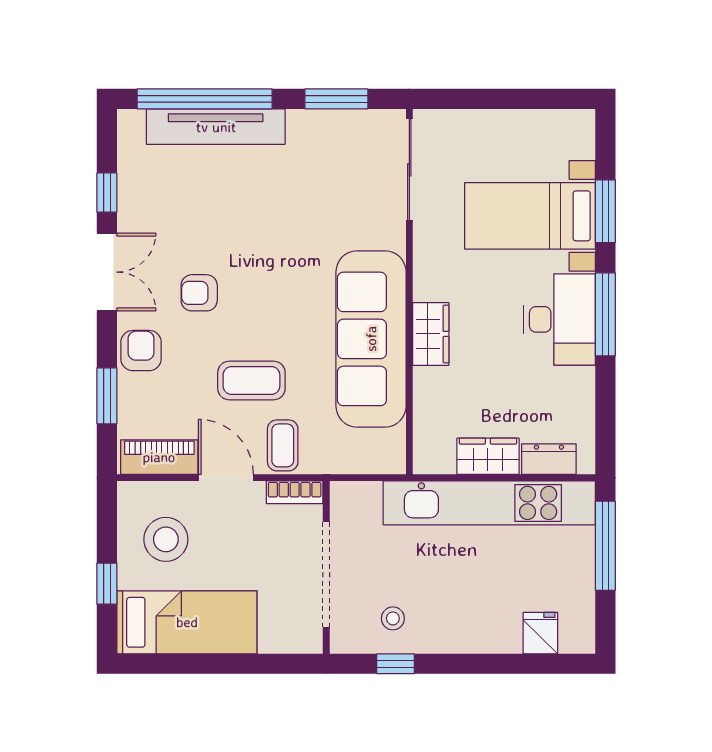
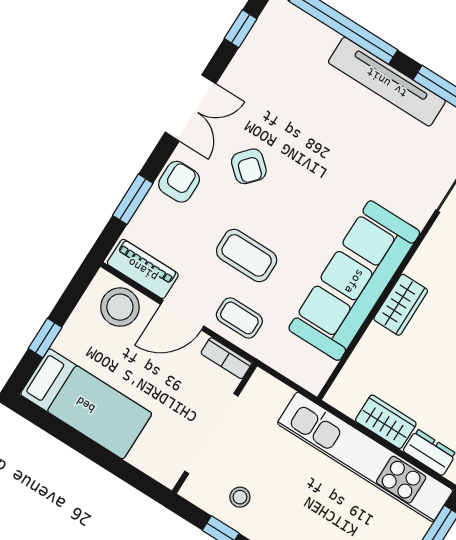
tv unit: (216, 127) -> (387, 82), moved
window: (107, 193) -> (241, 29), moved
armchair: (199, 293) -> (249, 166), turned -138
coffee table: (283, 445) -> (239, 318), turned 90
door: (226, 478) -> (182, 315), swing flipped
stool: (166, 539) -> (120, 307), moved

